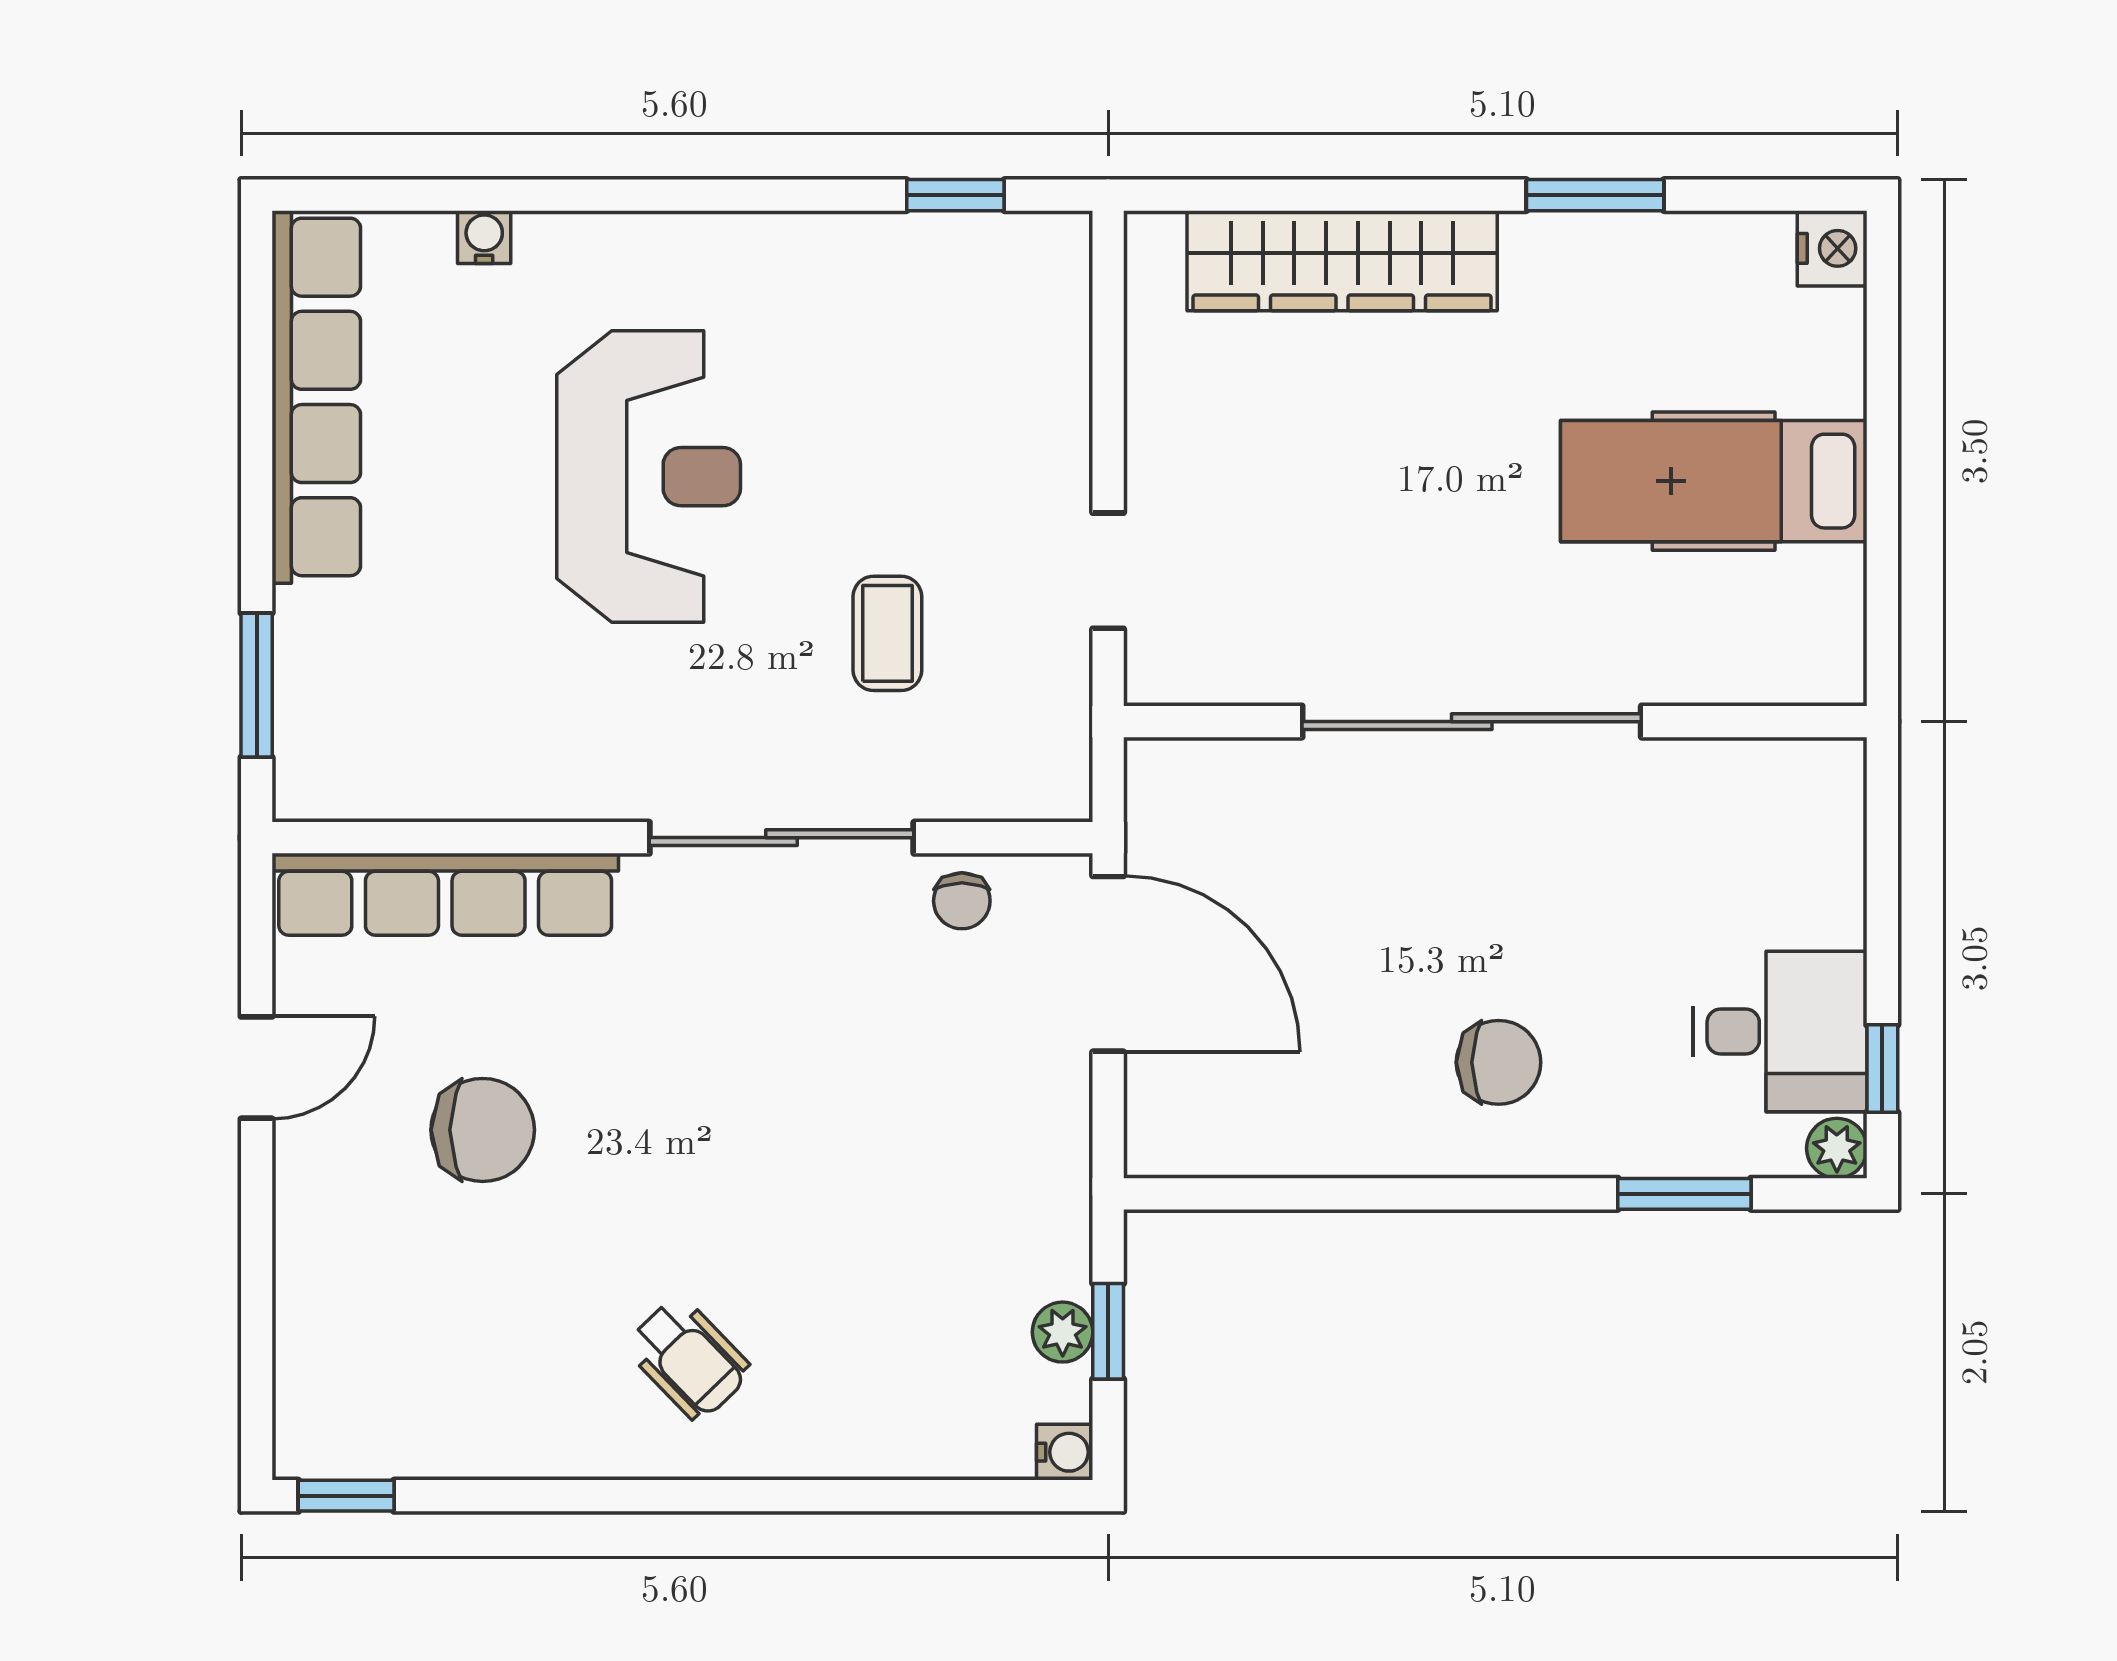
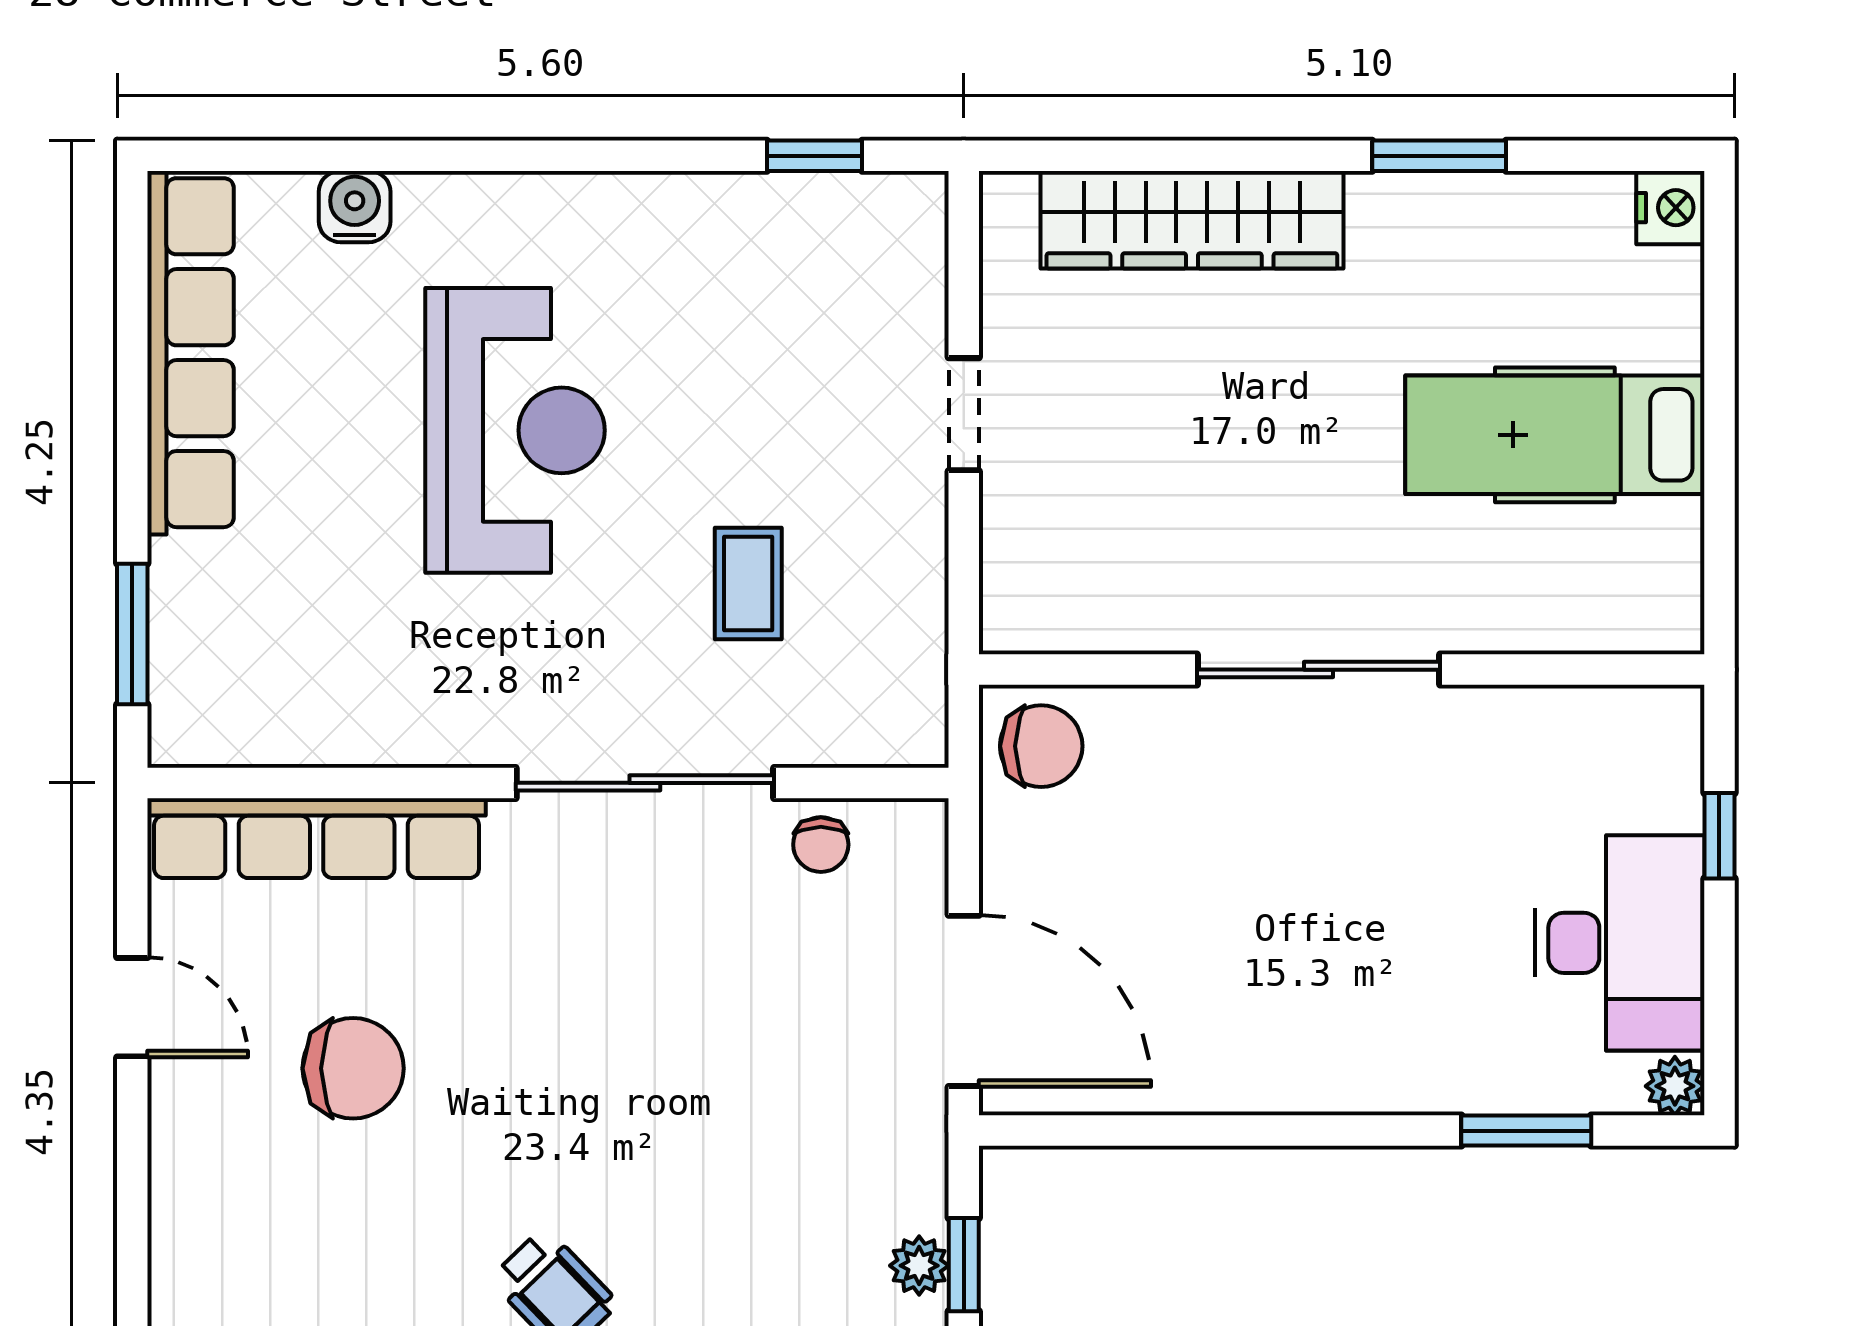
water cooler: (484, 237) -> (355, 207), width x1.38, depth x1.38
doorway: (1108, 571) -> (964, 414), moved
sliding door: (1472, 722) -> (1319, 670), width x0.73
door: (1108, 964) -> (964, 1001), moved
desk: (1780, 1031) -> (1620, 943), width x1.37
chair: (1499, 1062) -> (1041, 746), moved
door: (257, 1068) -> (132, 1007), hinge flipped
window: (1882, 1069) -> (1719, 836), moved

